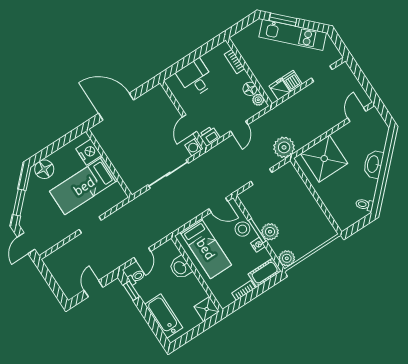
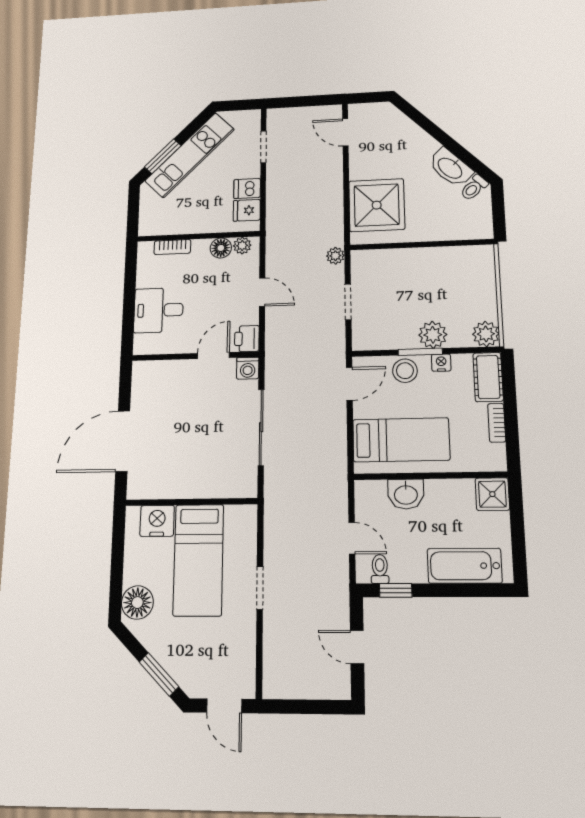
door: (189, 124) -> (213, 356), swing flipped
plant: (284, 147) -> (335, 256), width x0.53, depth x0.53
washbasin: (373, 164) -> (450, 168), moved

